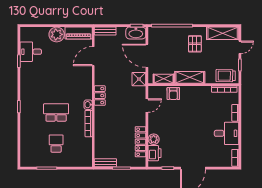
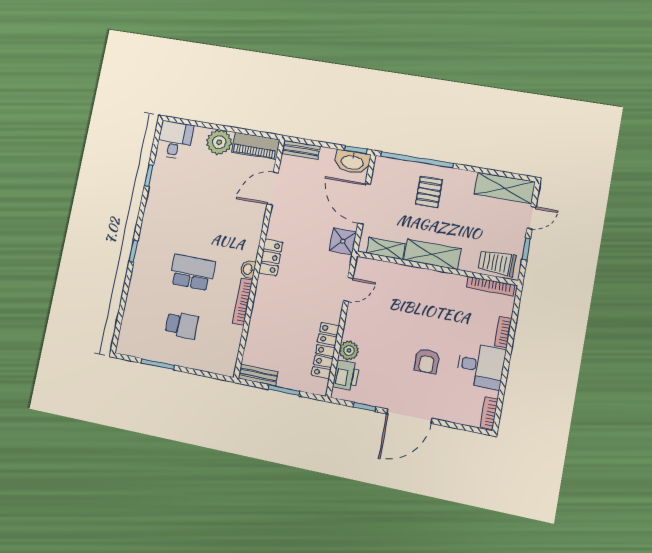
pallet: (195, 44) -> (429, 192), moved
desk: (31, 52) -> (175, 140), moved, turned 90
armchair: (173, 94) -> (427, 361), moved
school desk: (56, 144) -> (182, 325), turned 90

